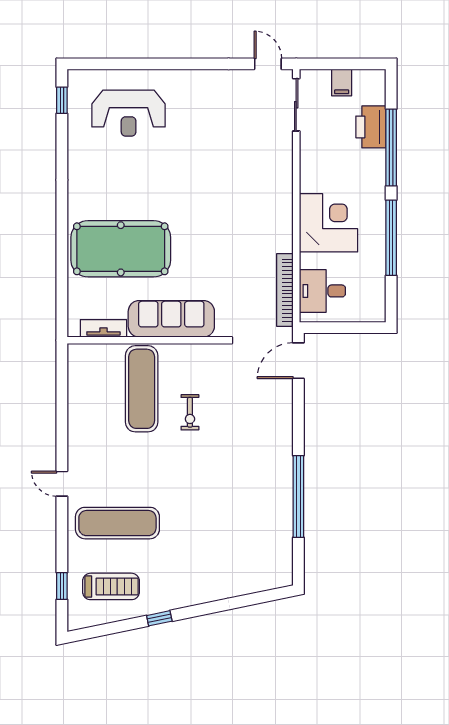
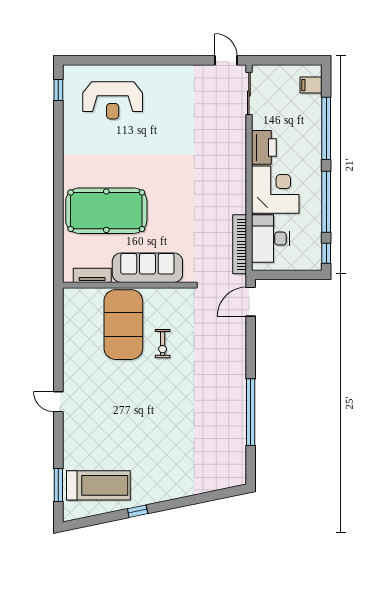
filing cabinet: (342, 82) -> (311, 85), moved, turned 90
printer: (371, 127) -> (264, 147), moved, turned 180
desk: (322, 291) -> (270, 239), width x1.37
window: (391, 301) -> (326, 253), added
exercise mat: (142, 389) -> (123, 325), width x1.47
exercise mat: (117, 523) -> (104, 434), removed
window: (62, 586) -> (58, 485), width x1.50
treadmill: (111, 586) -> (98, 485), width x1.37, depth x1.38

